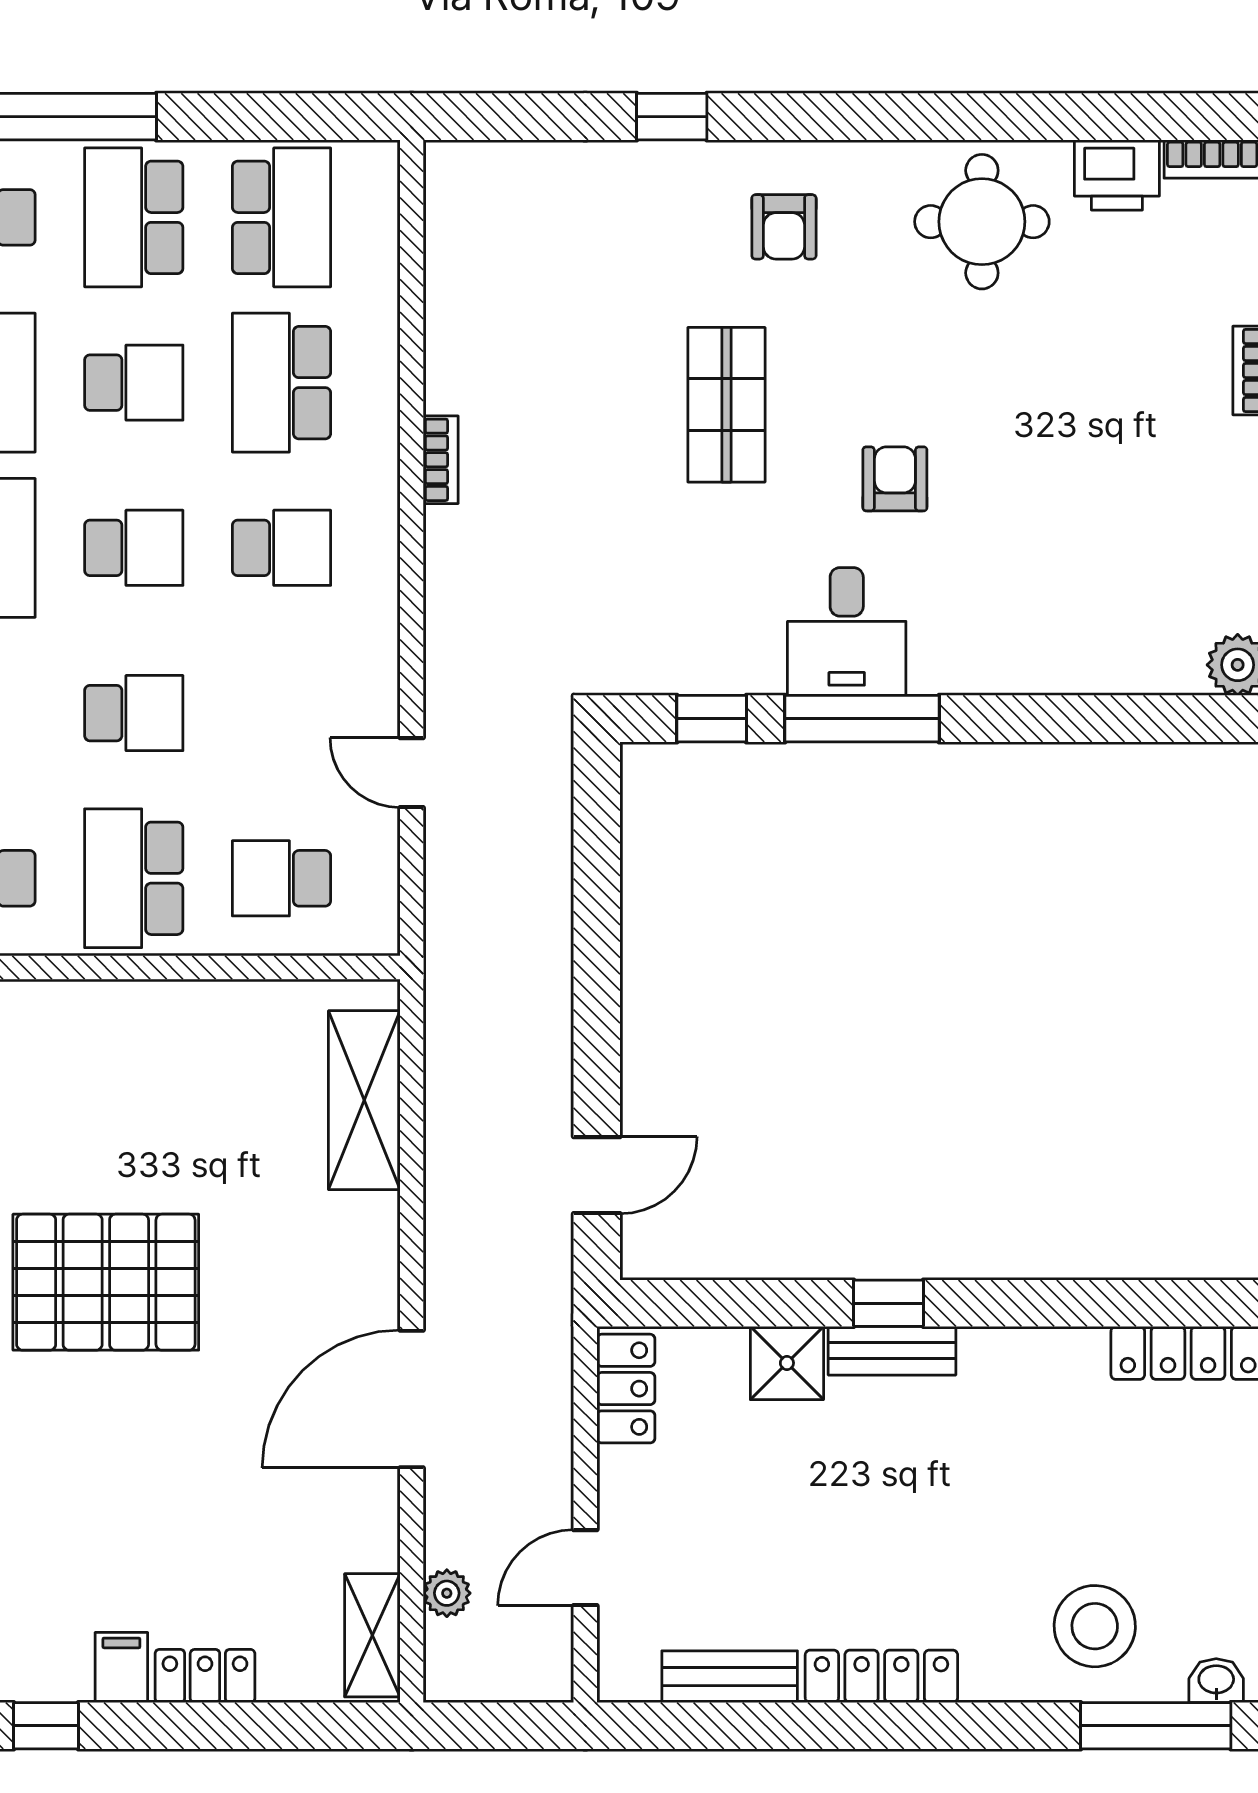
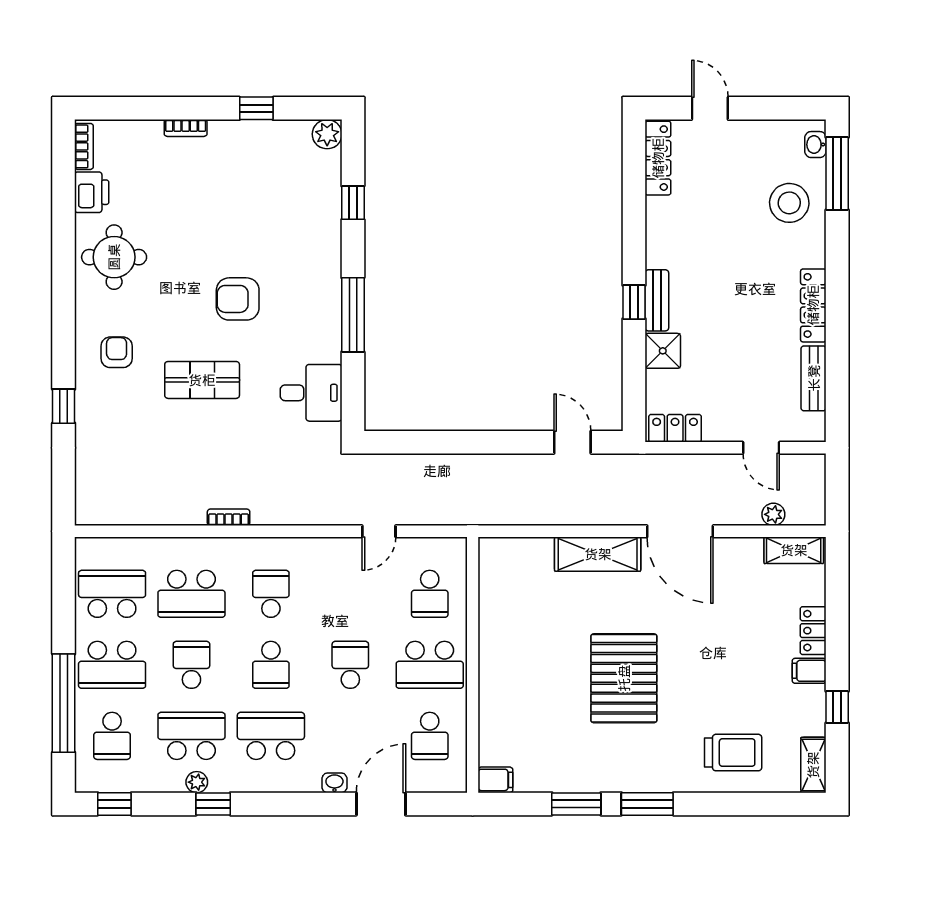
armchair: (784, 227) -> (117, 352), turned -90
armchair: (895, 479) -> (238, 299), width x1.38, depth x1.38
school desk: (134, 548) -> (271, 665), turned 180
desk: (847, 632) -> (311, 393), moved
window: (712, 719) -> (353, 203), moved
shelving: (364, 1100) -> (598, 554), moved

